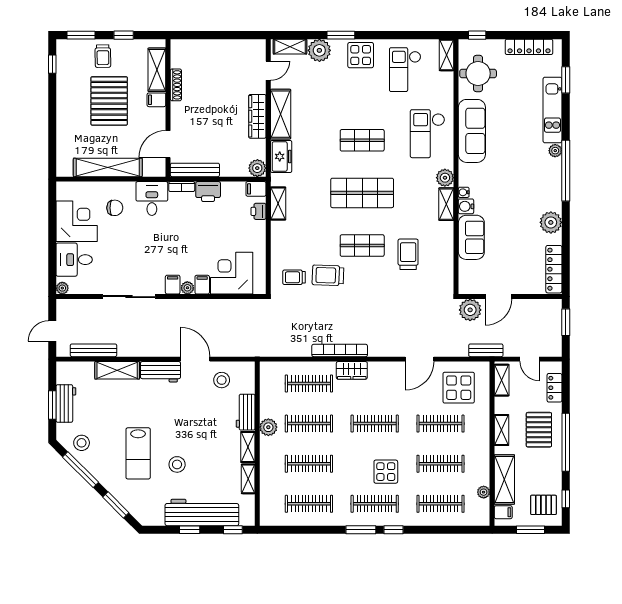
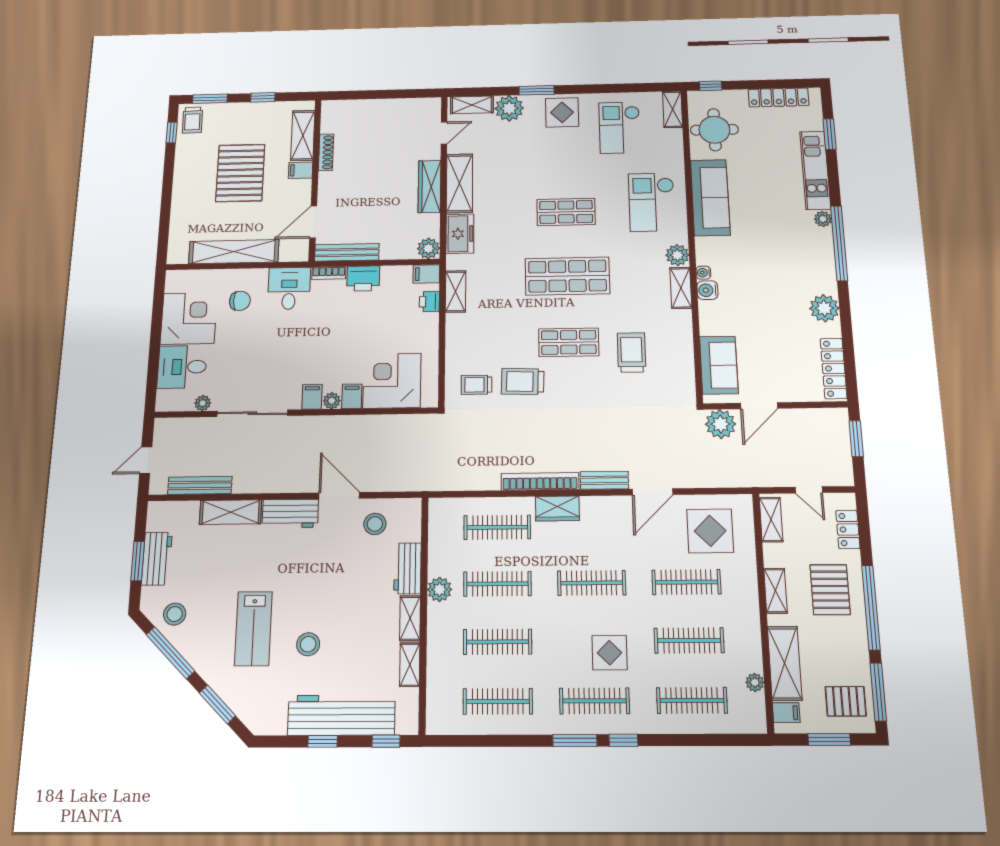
trolley: (103, 56) -> (192, 120), moved
sofa: (471, 237) -> (719, 365), moved
plant: (62, 288) -> (203, 403), moved
bench: (486, 350) -> (604, 480), moved
window: (566, 499) -> (878, 692), width x2.17

